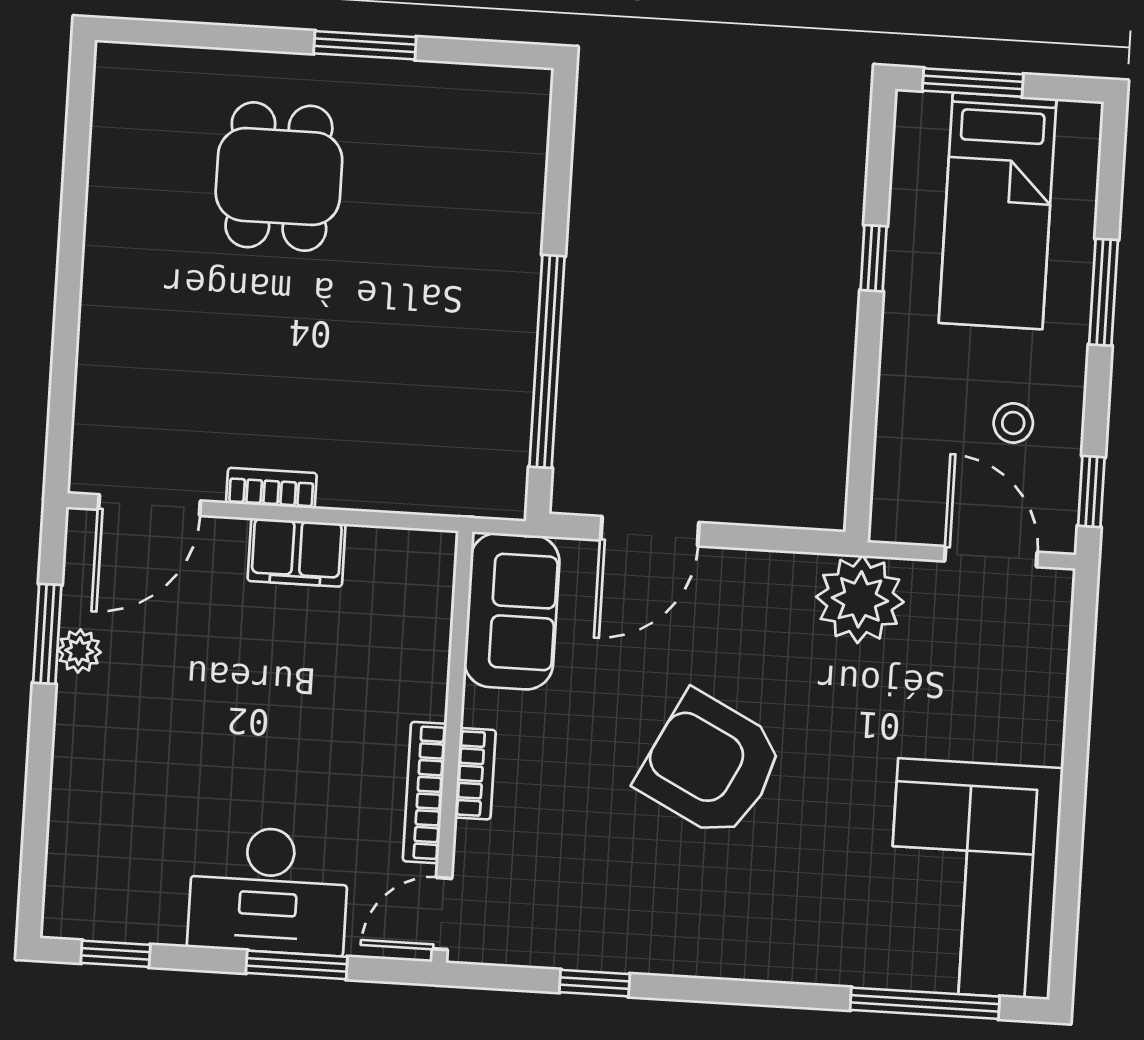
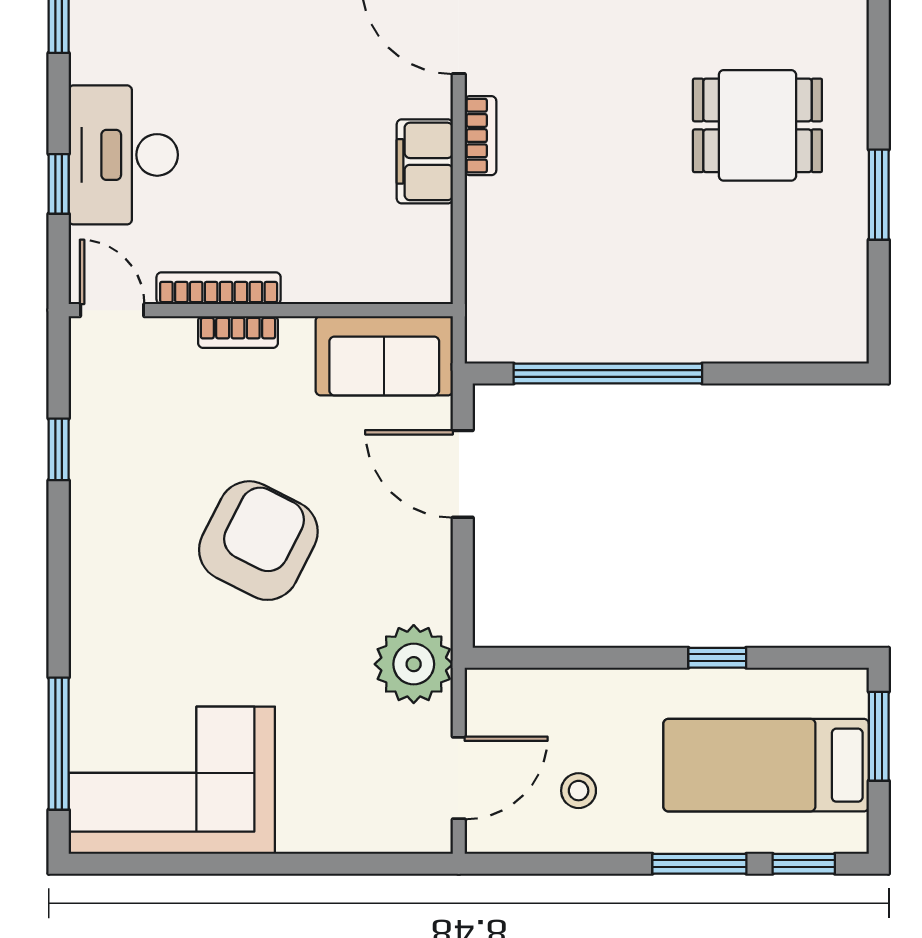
window: (1091, 491) -> (804, 864), moved
window: (297, 965) -> (59, 184), width x0.67

